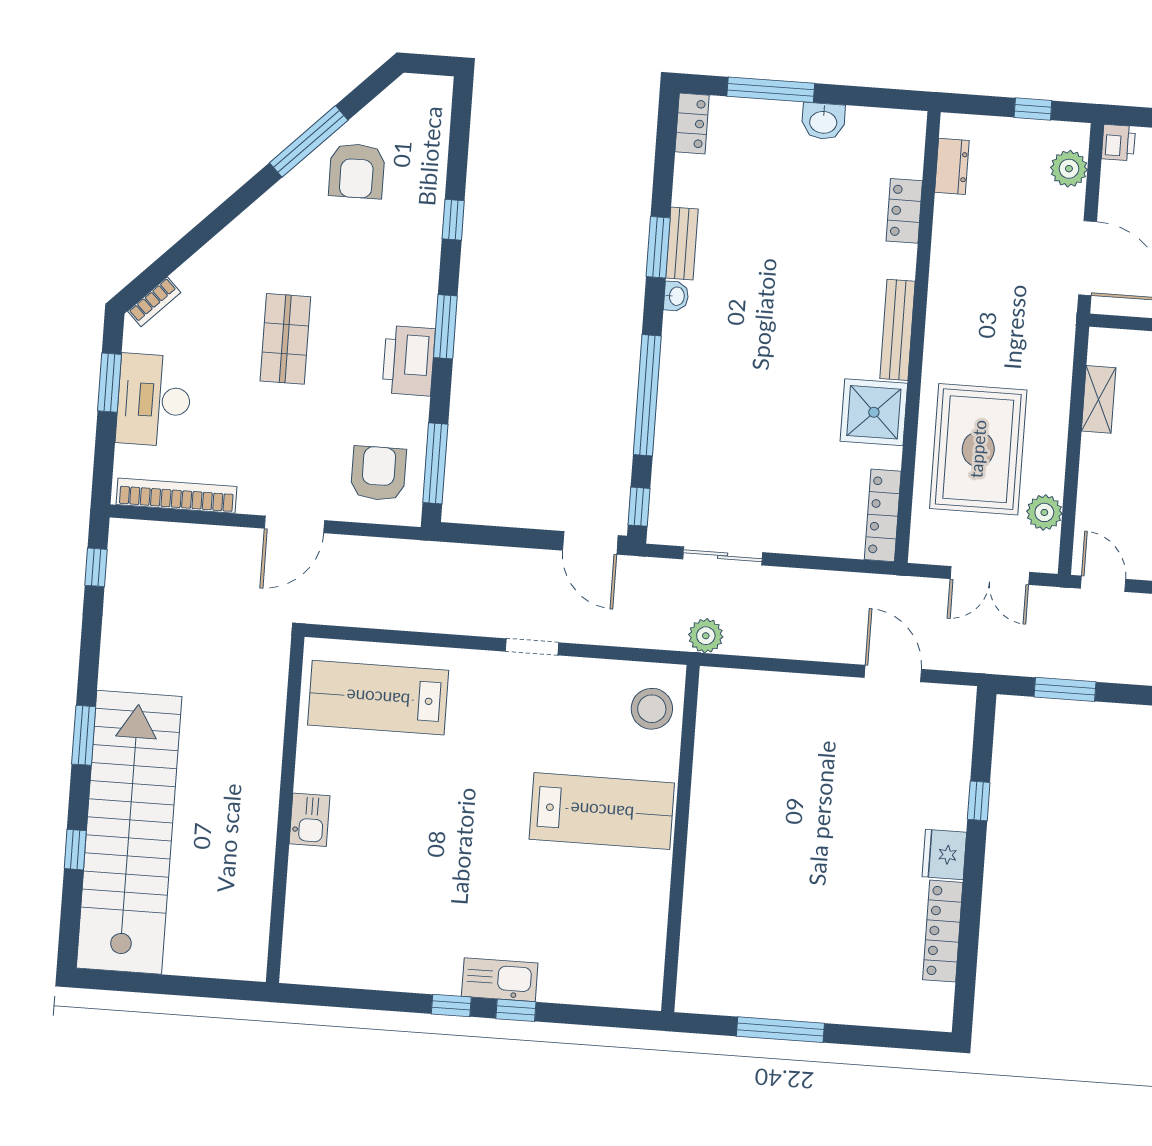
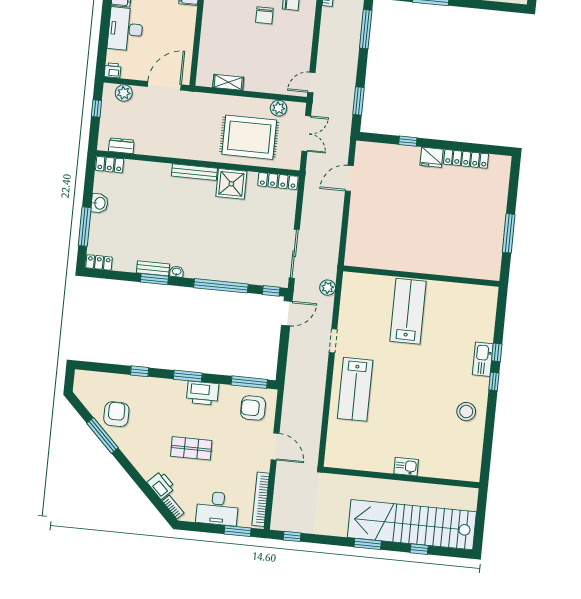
armchair: (357, 171) -> (116, 414), turned -90
locker: (904, 211) -> (110, 165), moved
printer: (202, 274) -> (161, 485), added
window: (110, 383) -> (238, 531), moved
sliding door: (723, 556) -> (294, 254), width x1.37
plant: (706, 636) -> (328, 288), moved
lab bench: (378, 698) -> (355, 389), moved
stool: (652, 709) -> (466, 412), moved
wall: (285, 809) -> (401, 478), moved
kitchen sink: (310, 820) -> (406, 467), moved

